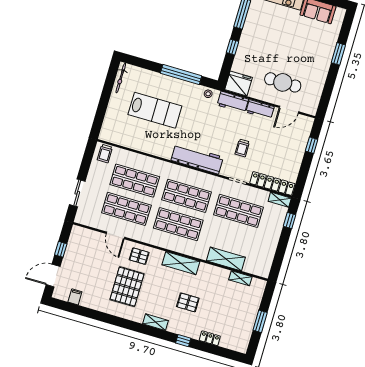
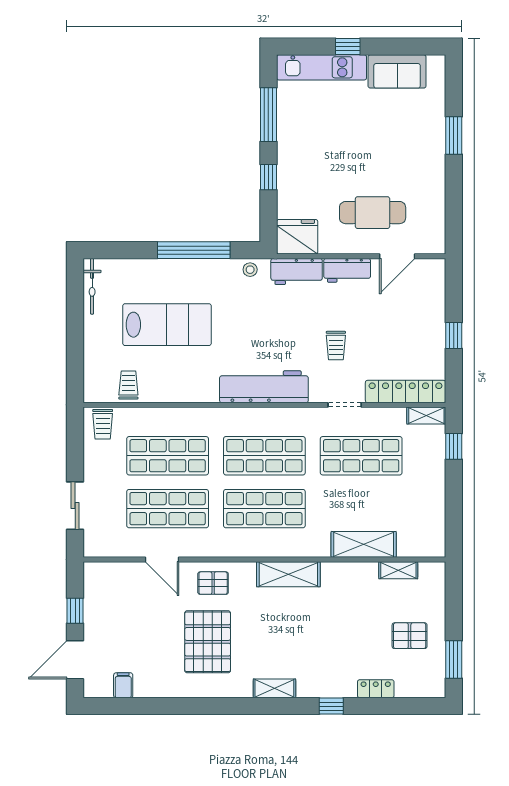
trolley: (125, 137) -> (128, 385), added
window: (312, 145) -> (454, 335), moved
pallet: (188, 302) -> (410, 636), moved
window: (260, 321) -> (454, 659), moved

